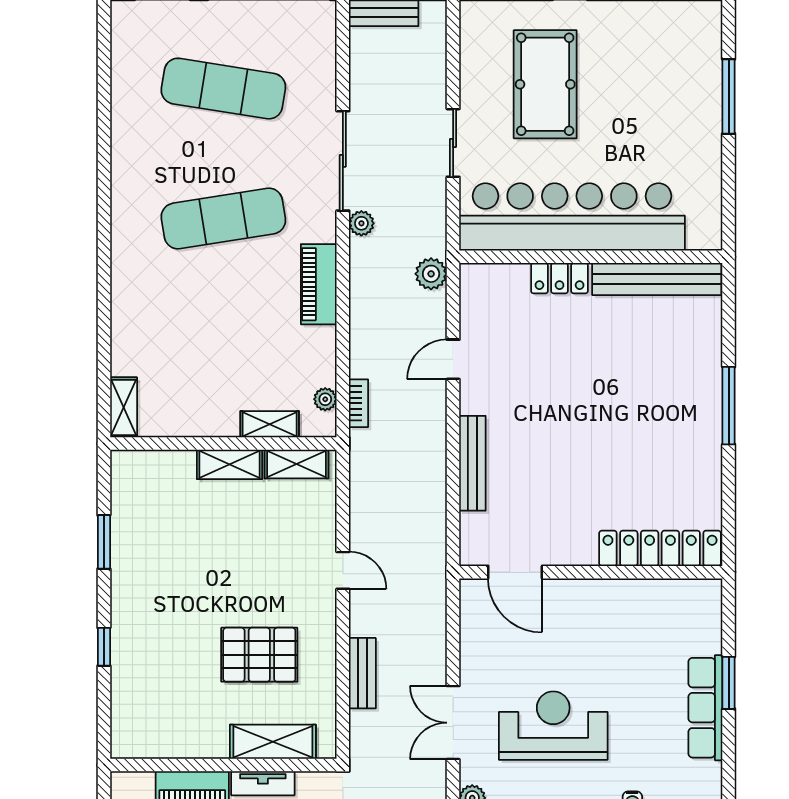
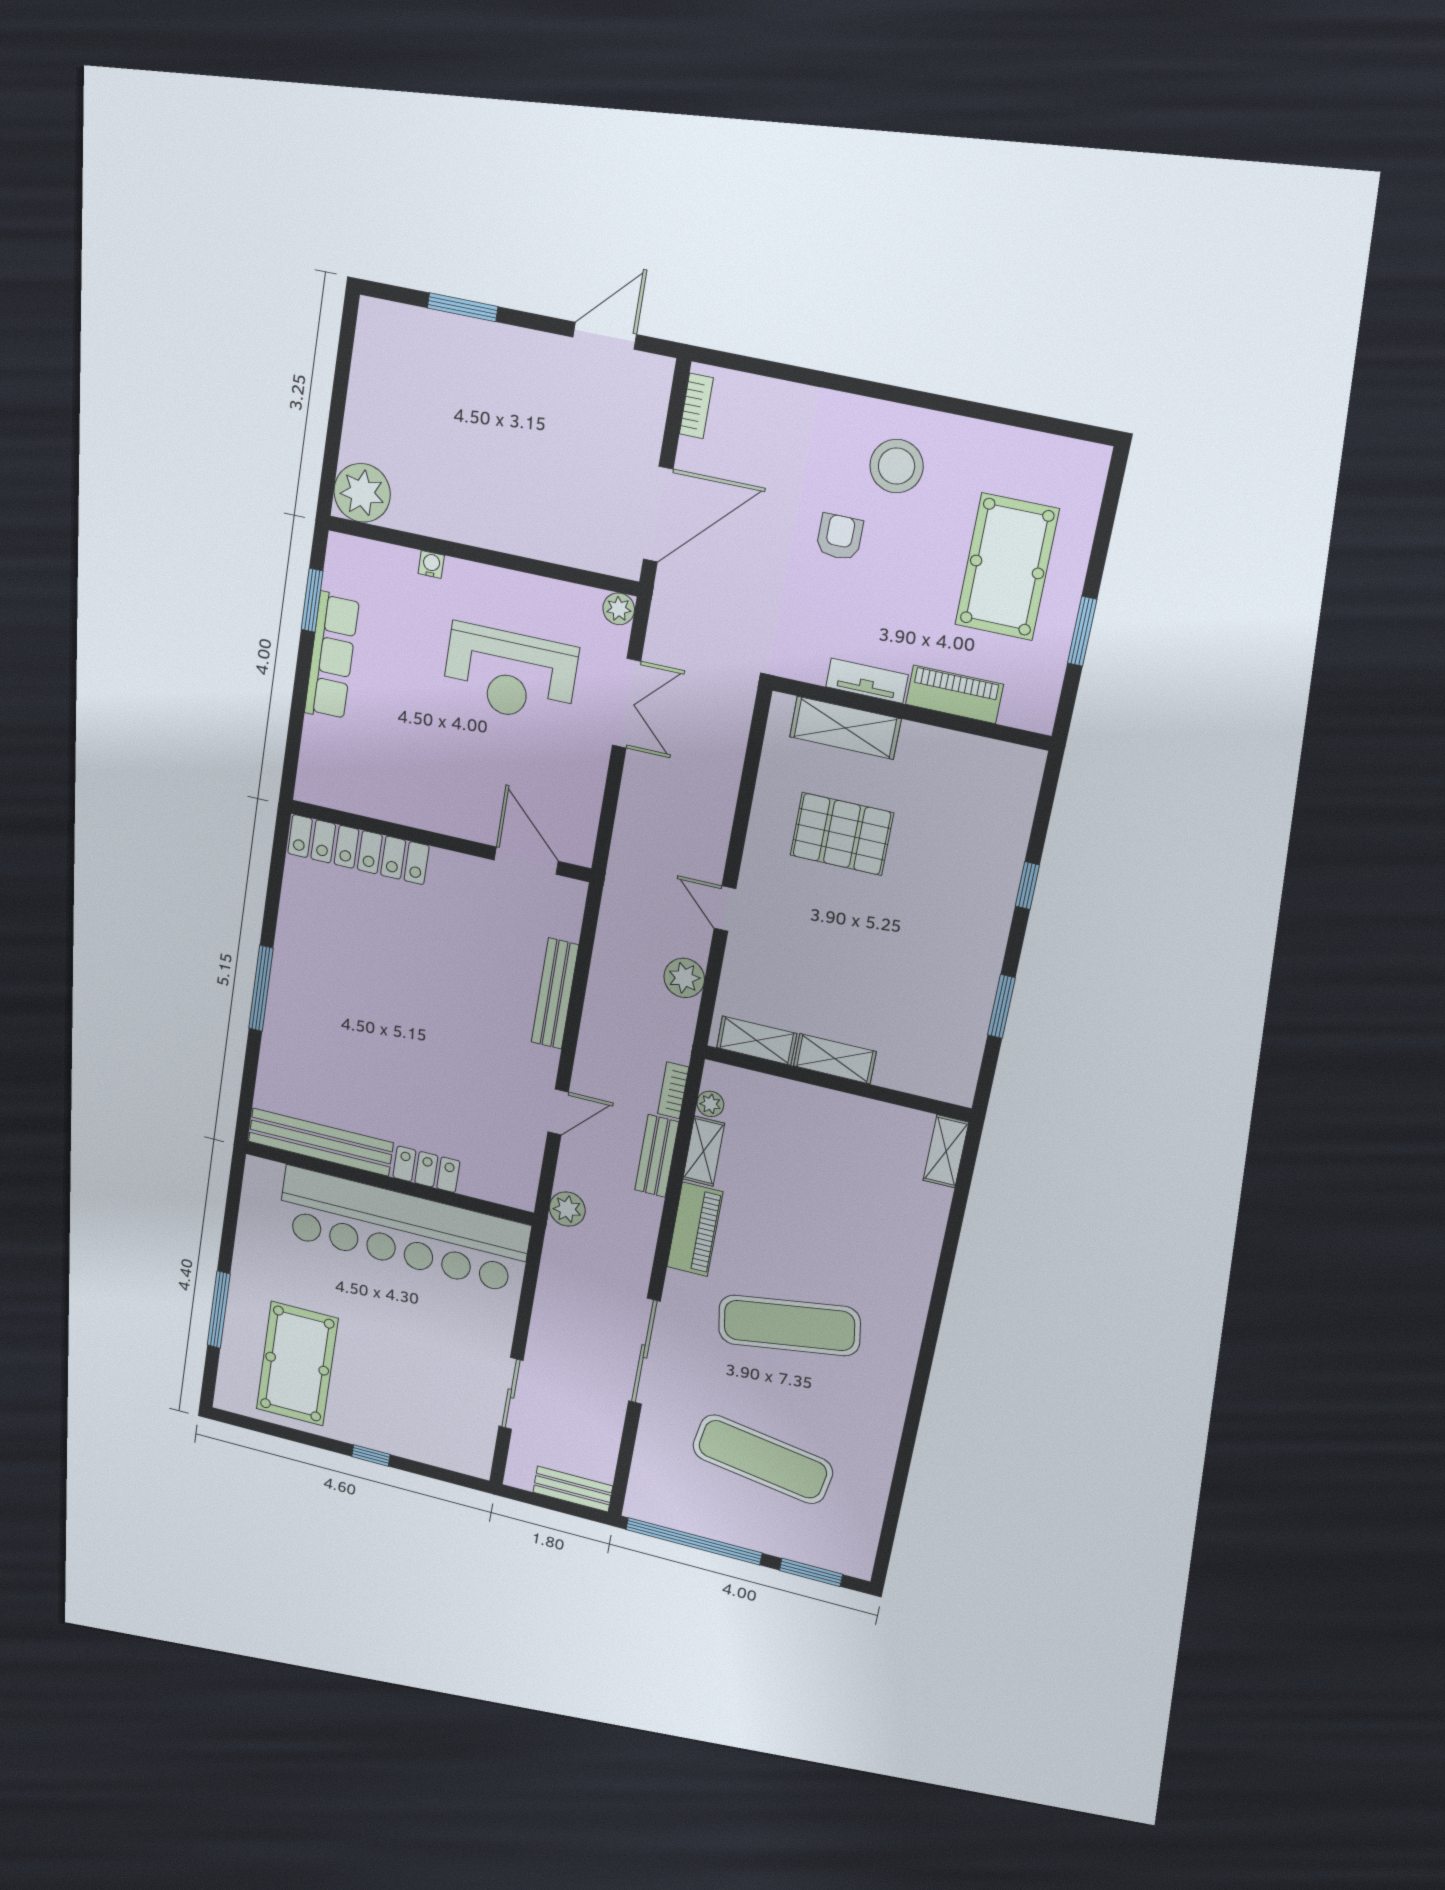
pool table: (545, 84) -> (297, 1364), moved
sliding door: (453, 143) -> (511, 1394), moved
plant: (361, 223) -> (684, 978), moved, width x1.38, depth x1.38
shelving: (270, 424) -> (704, 1151), moved, turned 90
bench: (362, 673) -> (657, 1156), moved
window: (729, 683) -> (312, 600), moved

